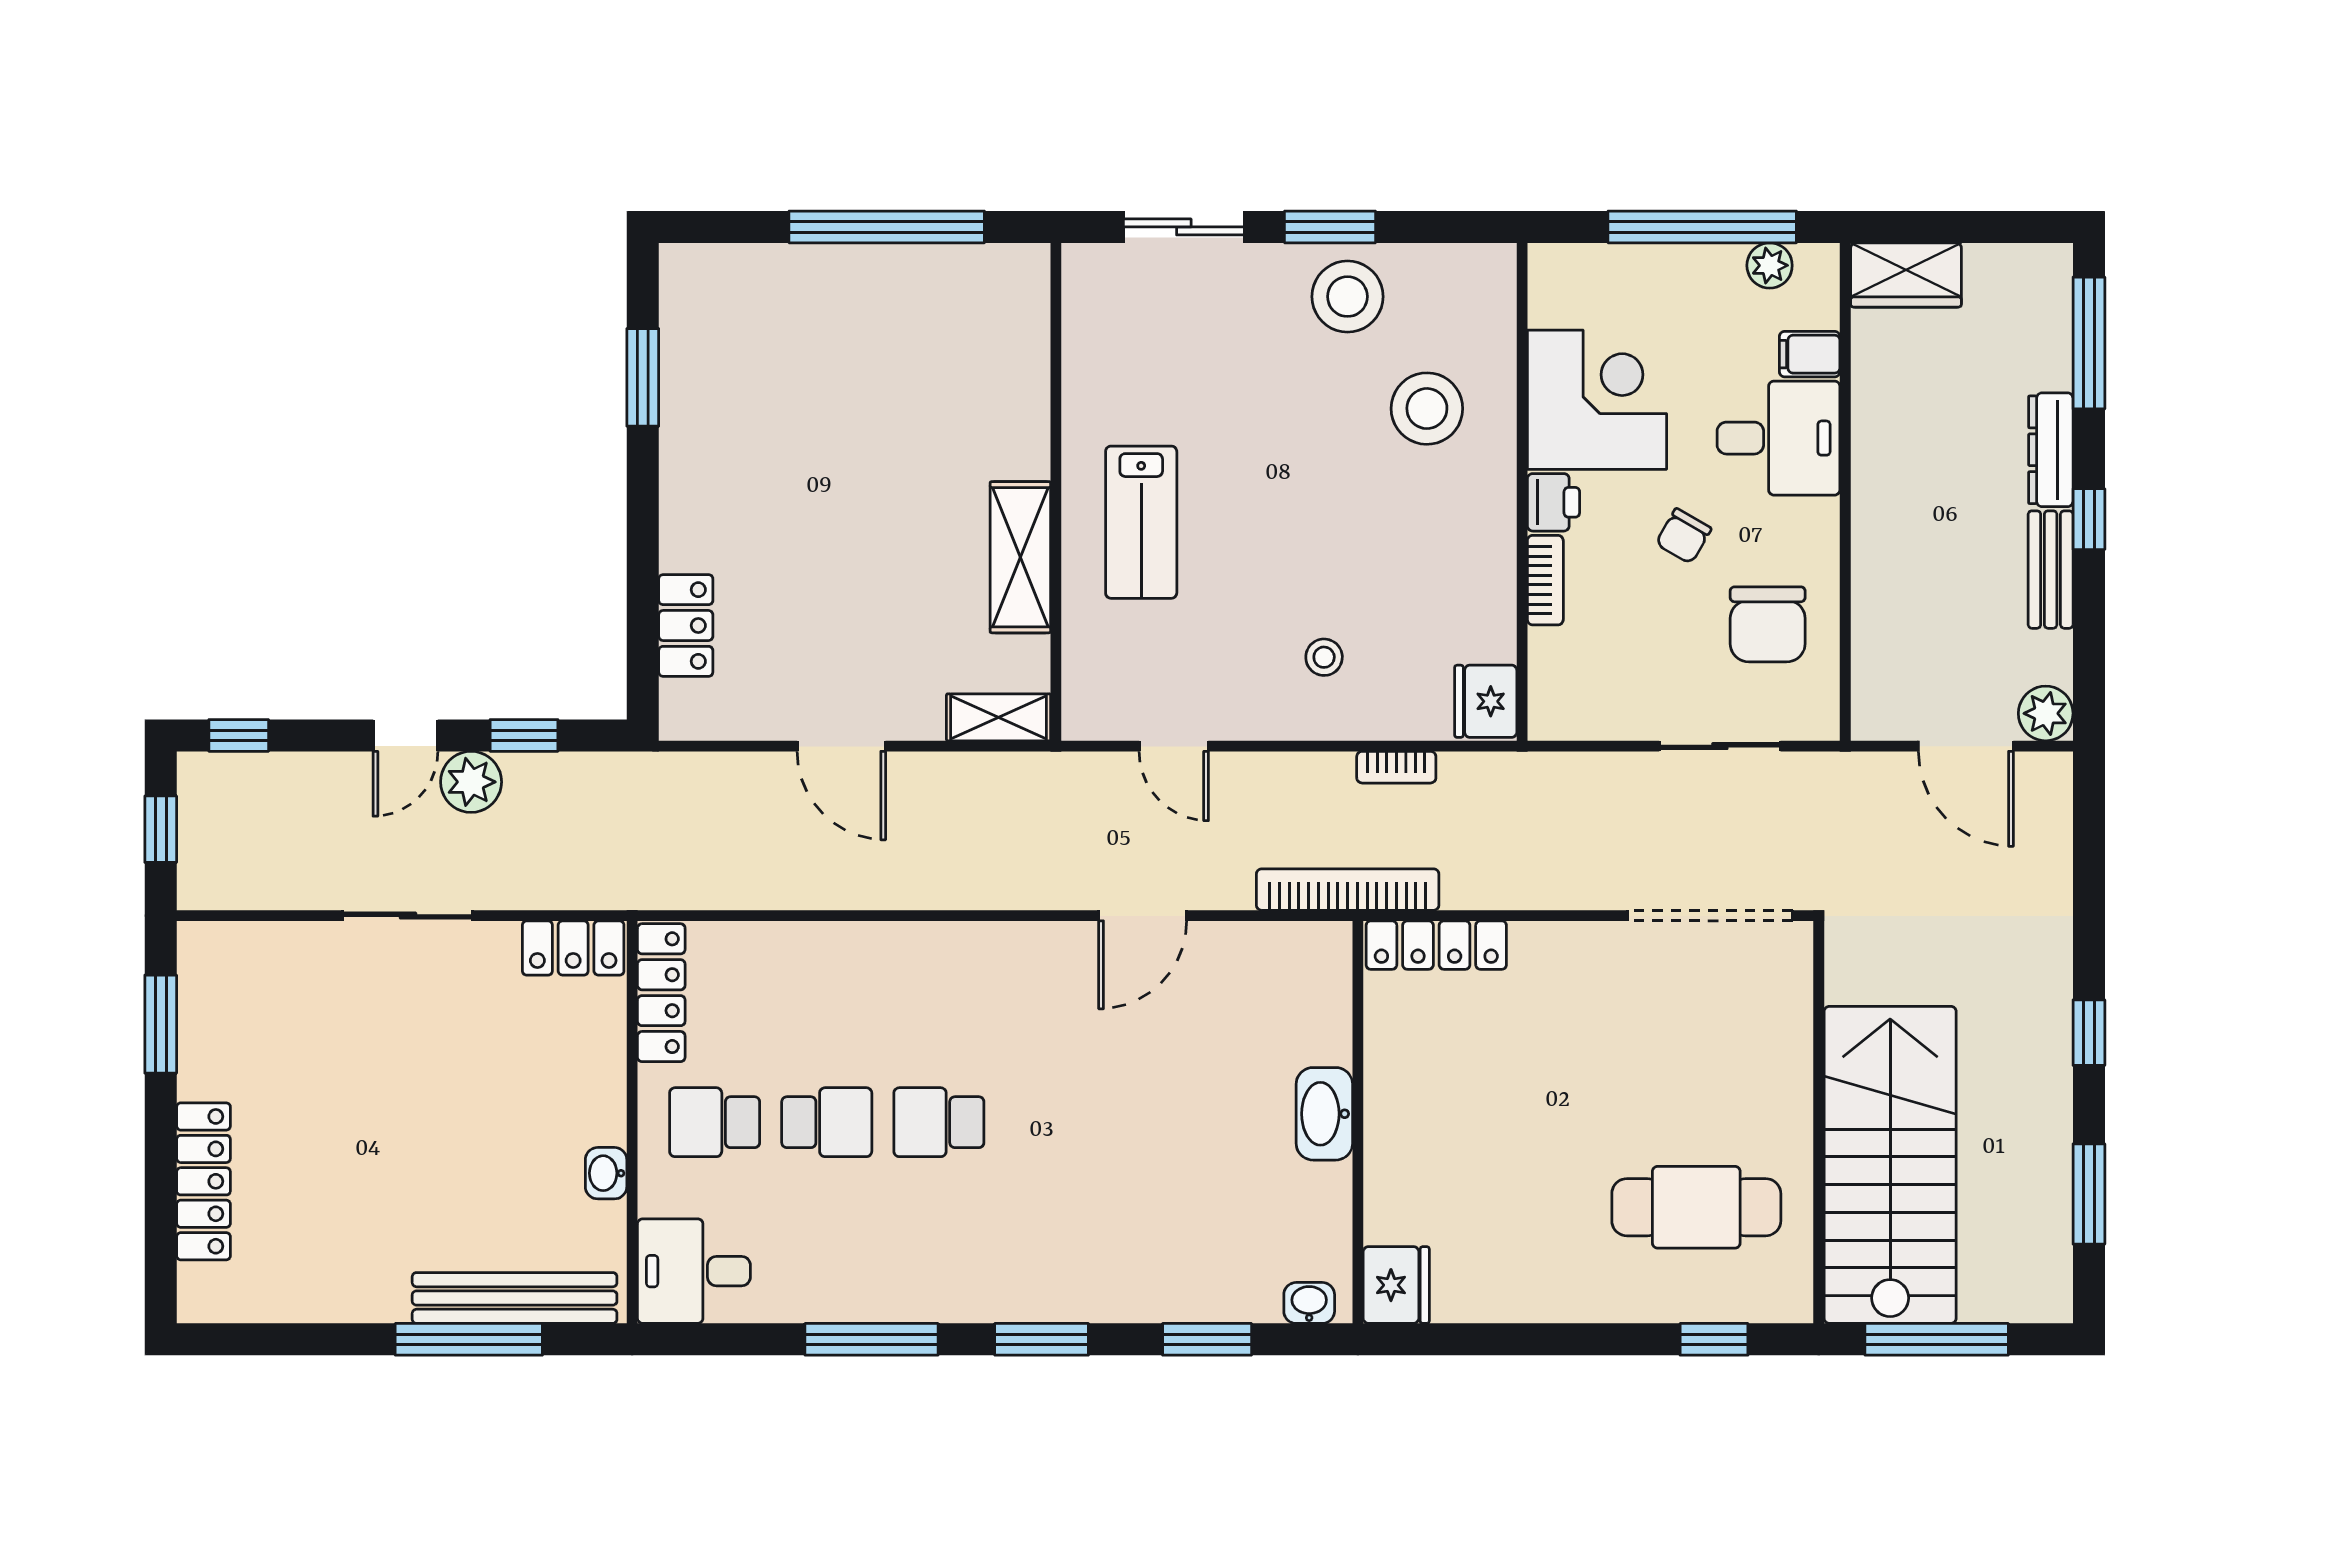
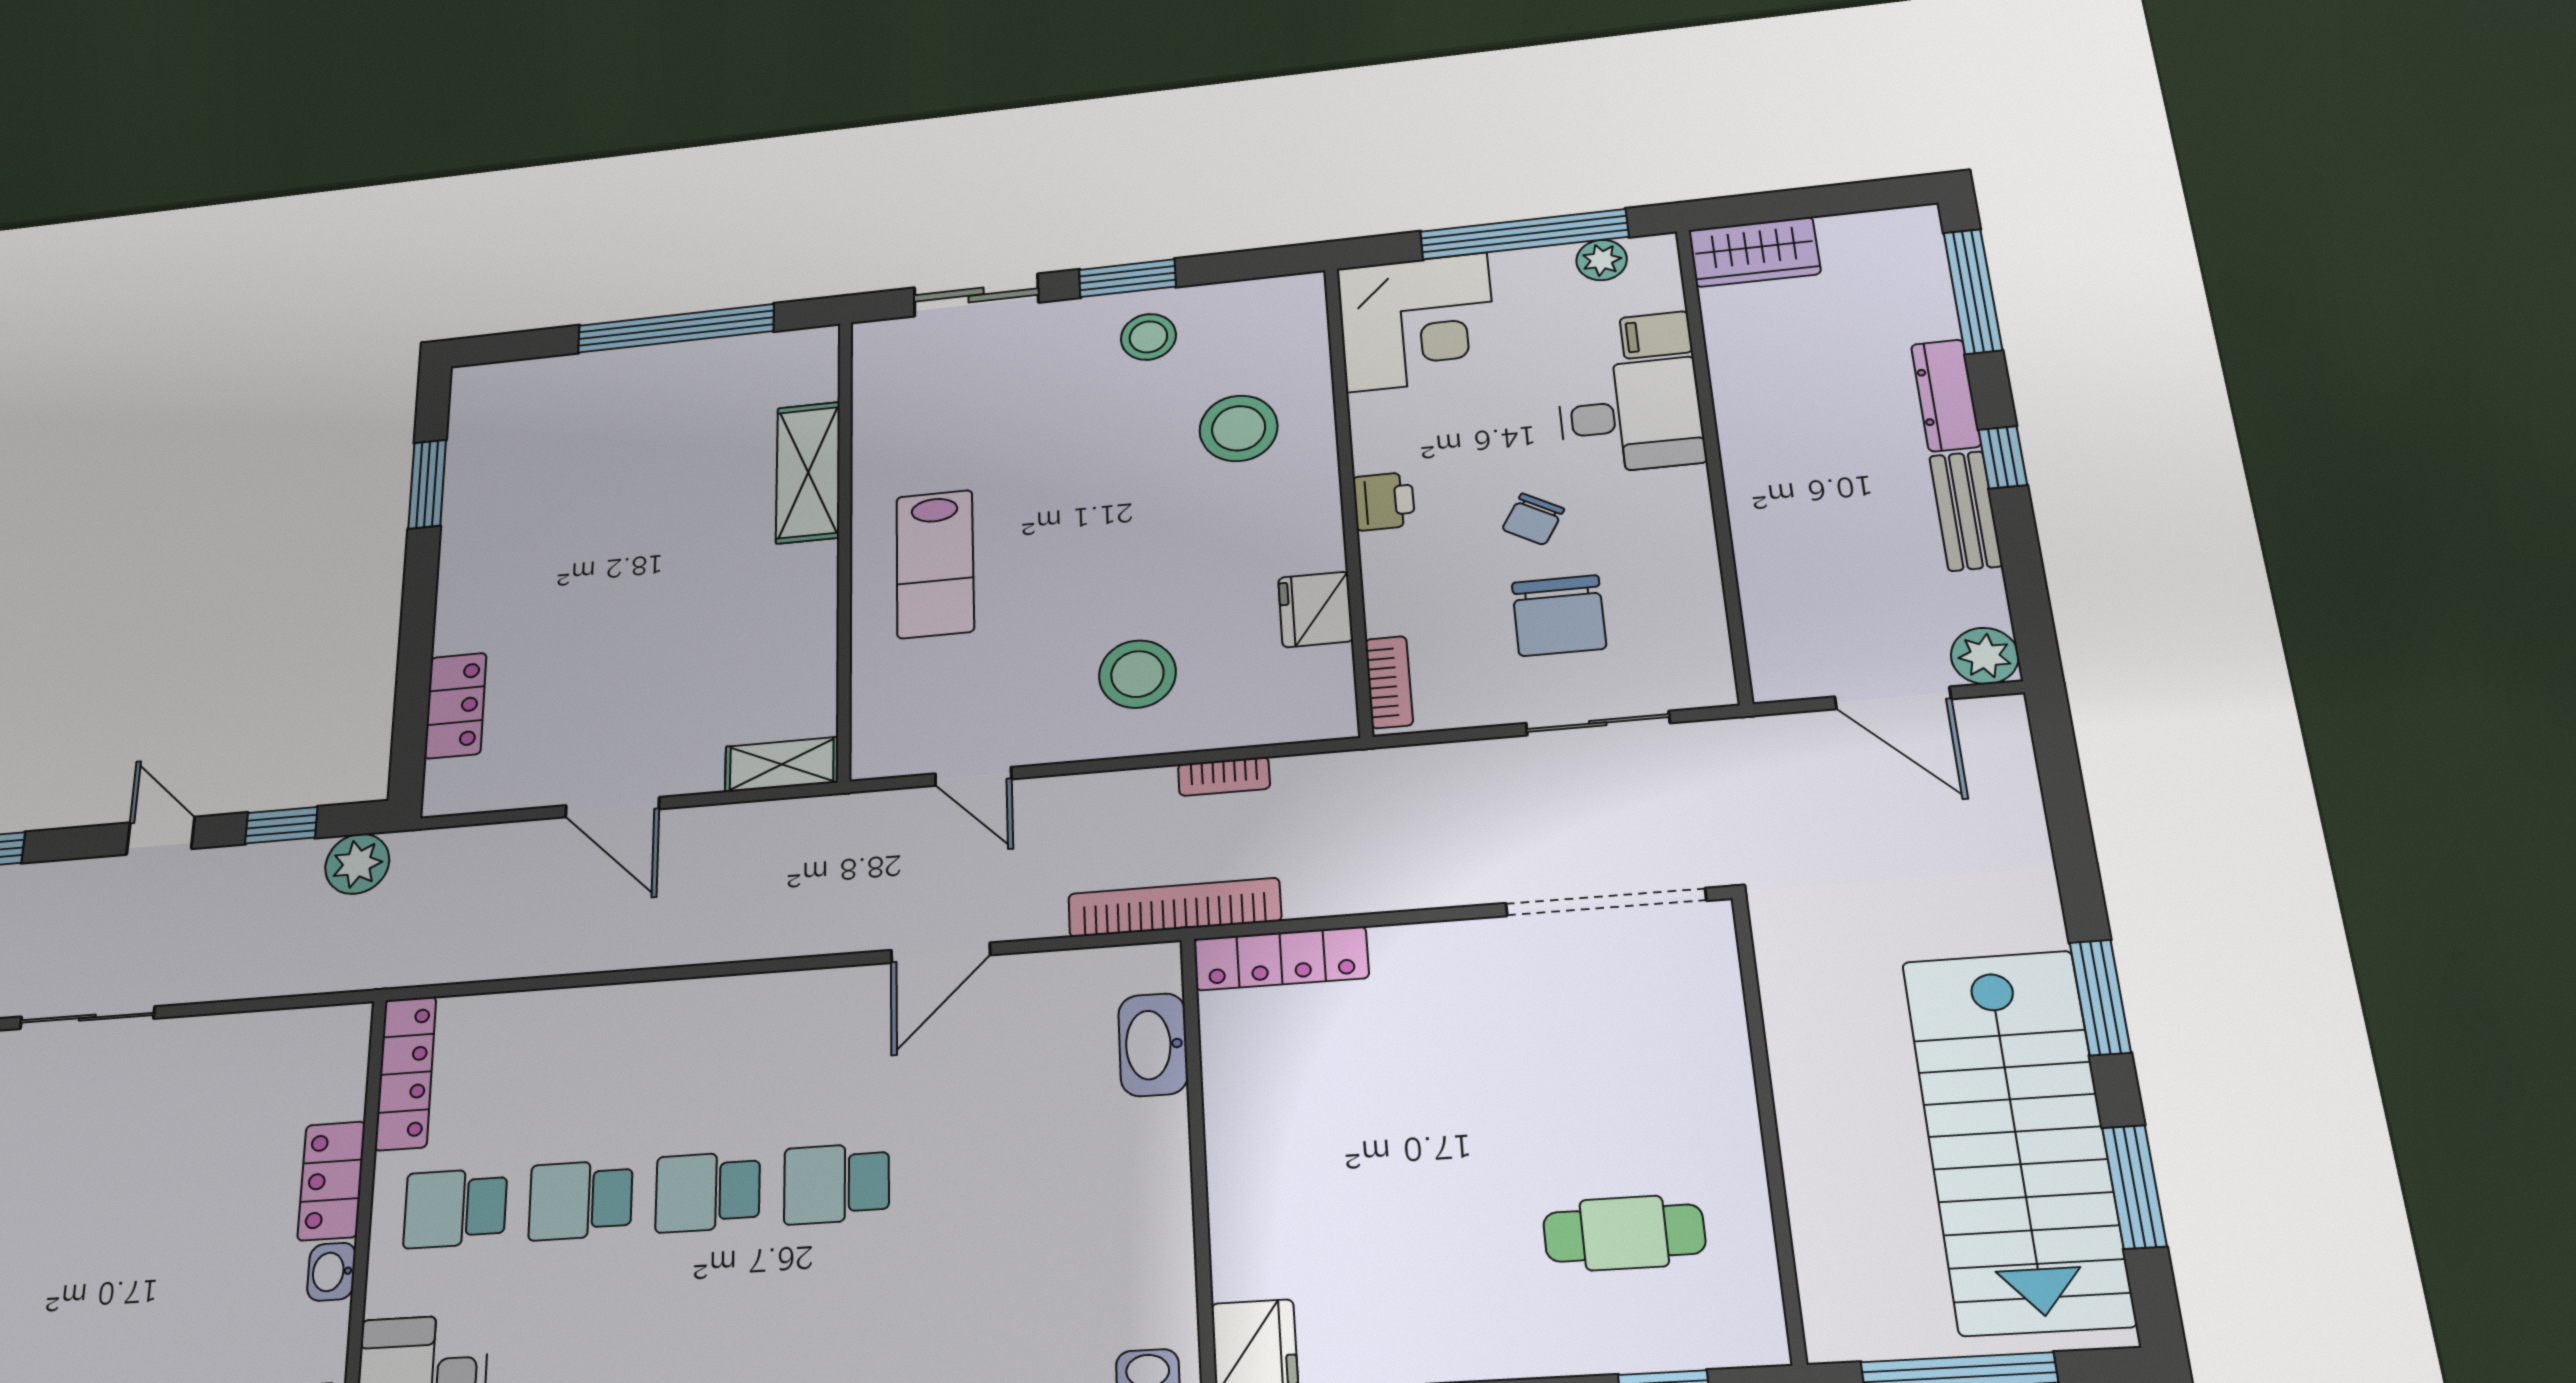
stool: (1347, 297) -> (1148, 337), width x0.73, depth x0.73
corner desk: (1597, 400) -> (1417, 322), moved, turned 90
shelving: (1020, 557) -> (808, 472), moved
bookcase: (1545, 580) -> (1389, 682), moved
chair: (1768, 624) -> (1559, 616), moved
stool: (1324, 657) -> (1137, 674), width x1.89, depth x1.89
fridge: (1486, 701) -> (1315, 609), moved
door: (405, 735) -> (161, 836), swing flipped
plant: (471, 782) -> (357, 864), moved
sliding door: (408, 916) -> (87, 1018), moved
locker: (573, 948) -> (331, 1181), moved, turned 90
window: (2089, 1033) -> (2100, 997), width x1.50
washbasin: (1324, 1114) -> (1153, 1045), moved
school desk: (827, 1122) -> (581, 1200), turned 180
school desk: (1051, 1122) -> (837, 1184), added
stairs: (1890, 1165) -> (2016, 1139), moved, turned 180
cafe table: (1696, 1207) -> (1624, 1233), width x0.73, depth x0.74

